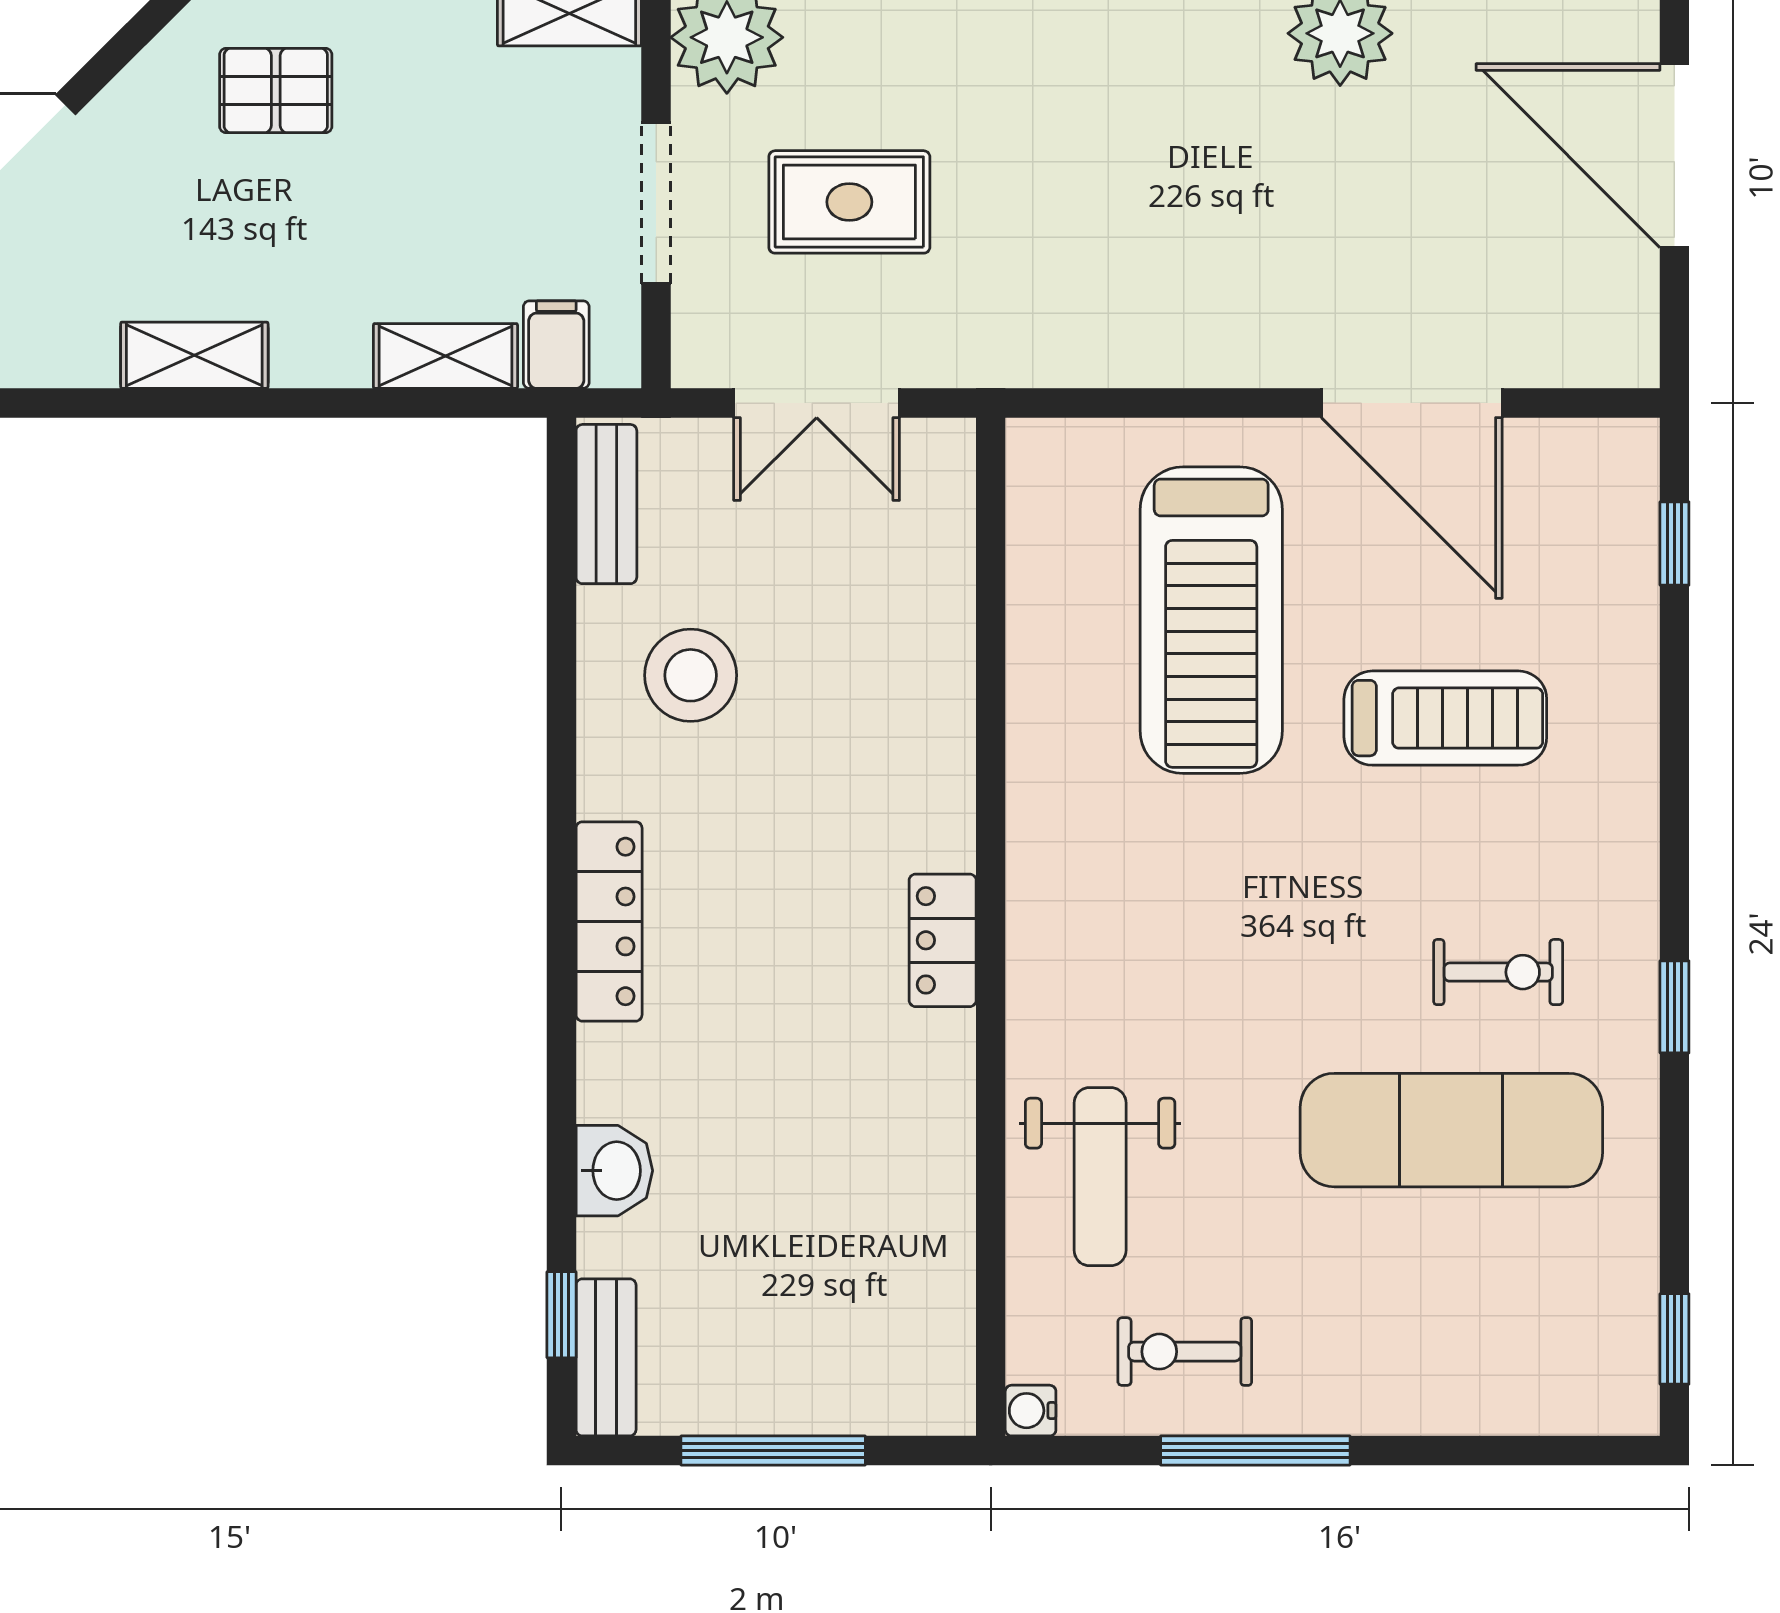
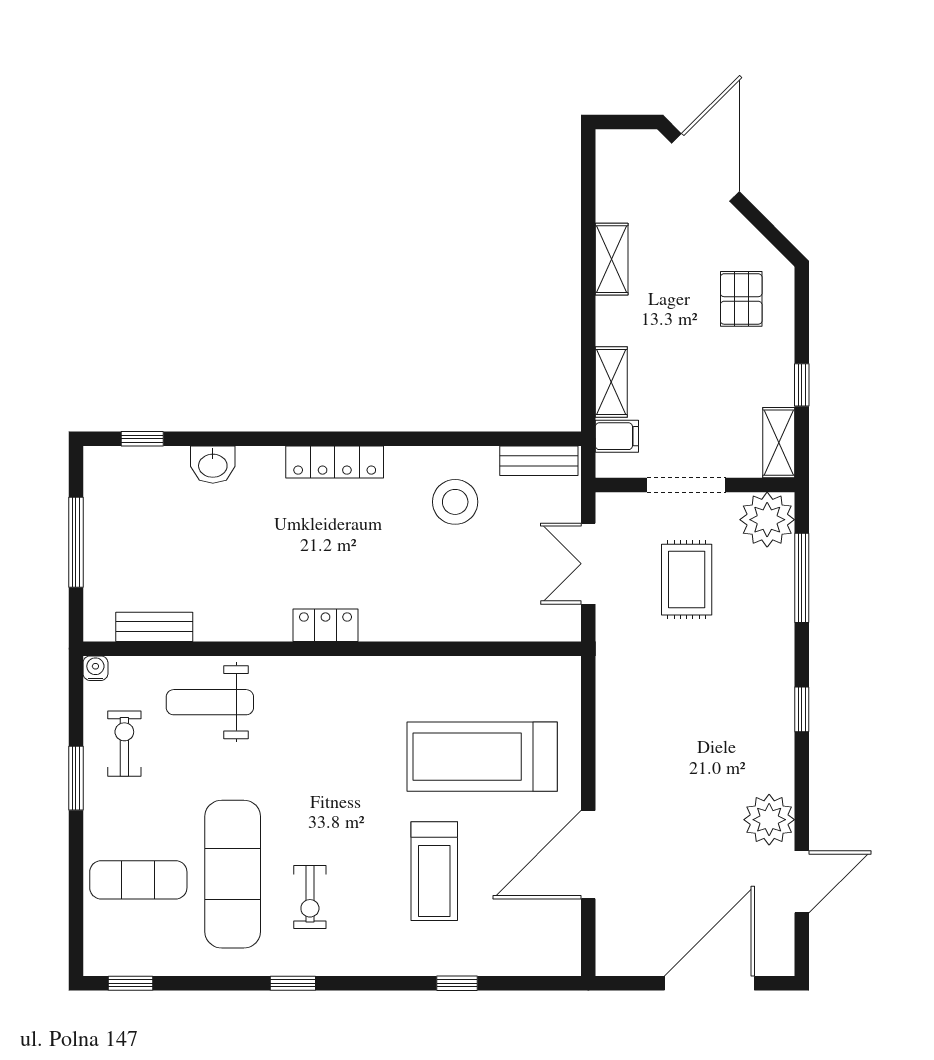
window: (1674, 543) -> (457, 983), moved
exercise mat: (1463, 1323) -> (138, 880), added
bench: (606, 1357) -> (154, 627), moved
window: (1255, 1451) -> (76, 778), width x0.69

